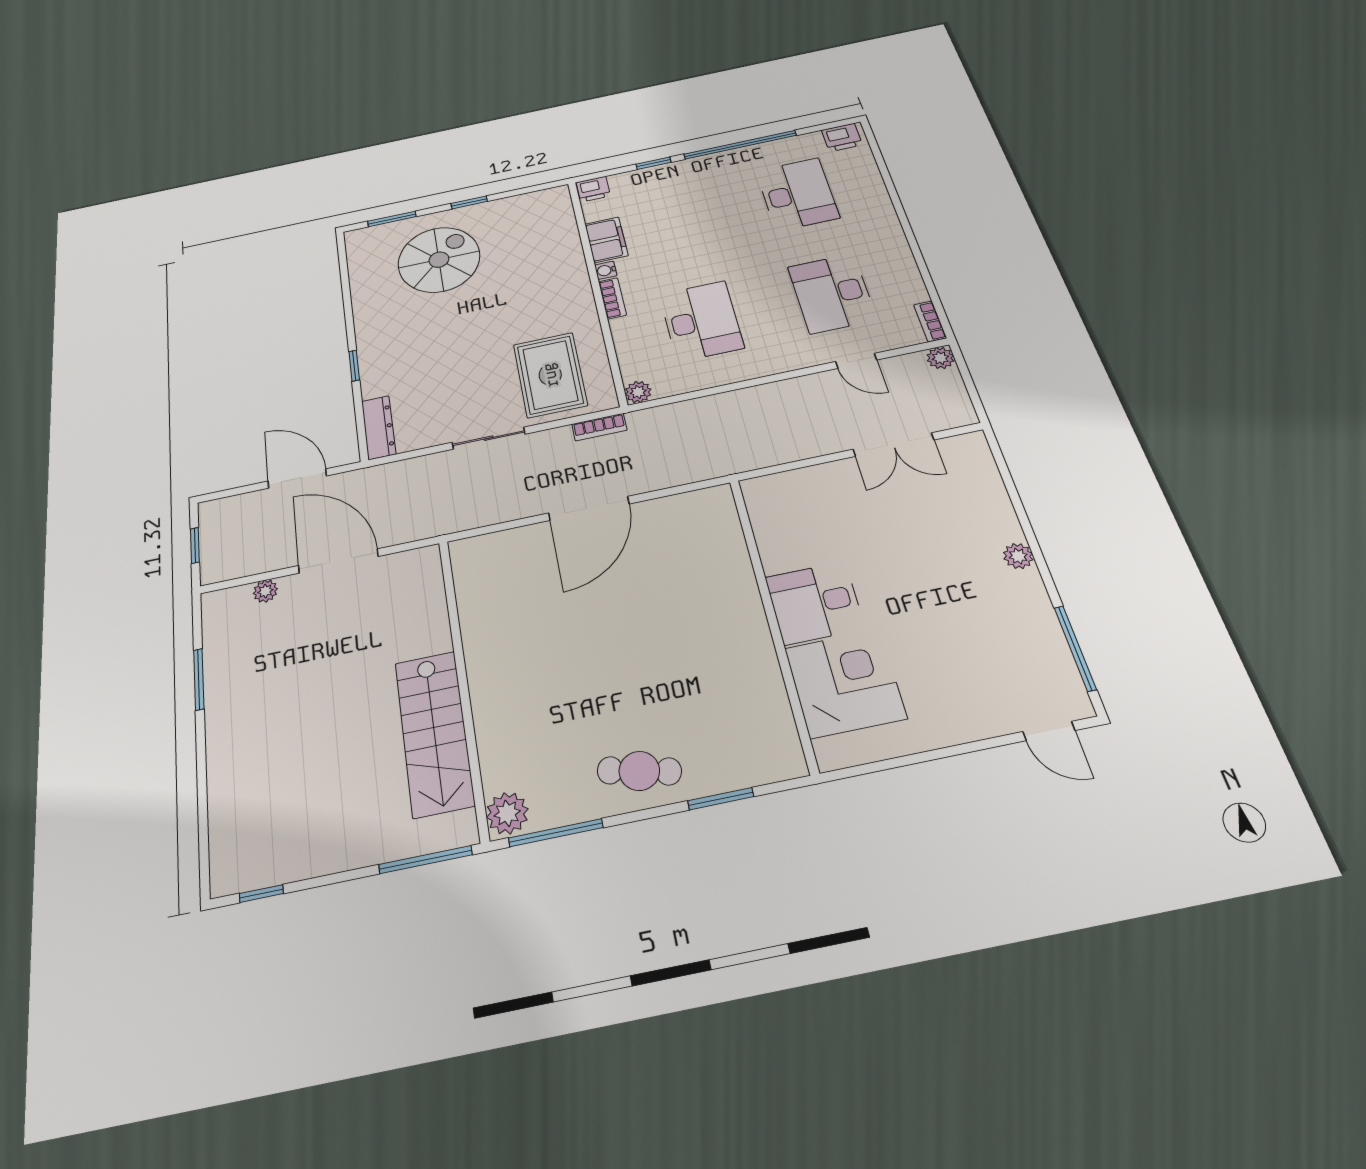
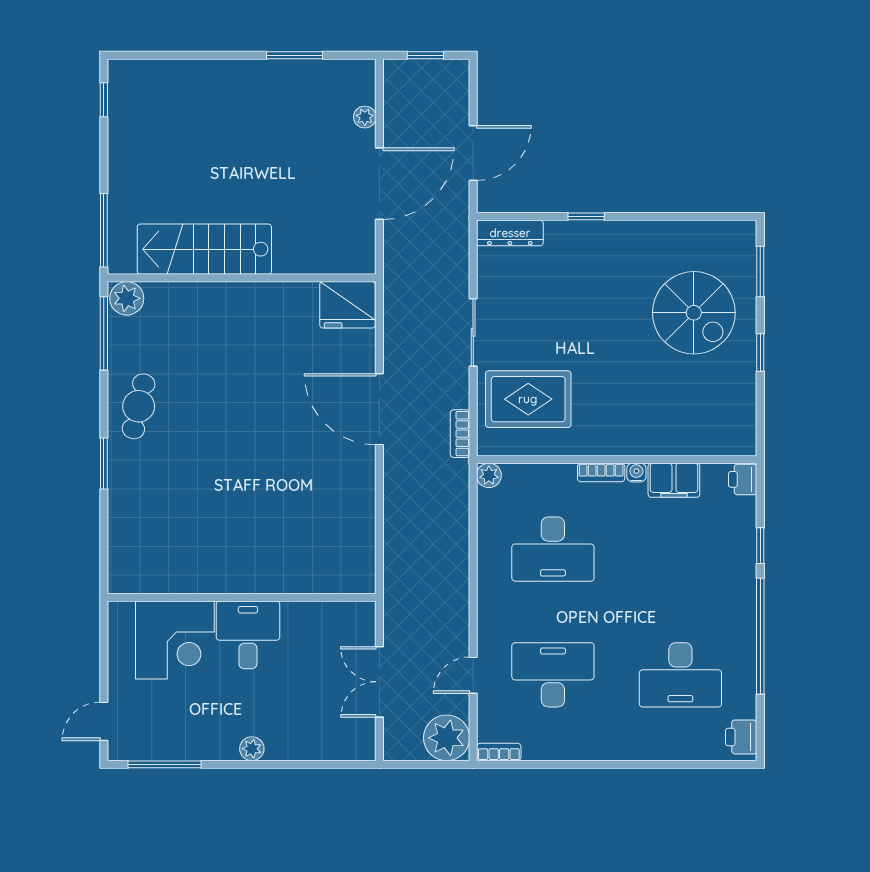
plant: (940, 358) -> (447, 738), width x1.87, depth x1.87
fridge: (478, 565) -> (347, 305), added
desk: (815, 603) -> (248, 635), moved
wall: (772, 619) -> (242, 597), moved
corner desk: (845, 683) -> (175, 640), moved

